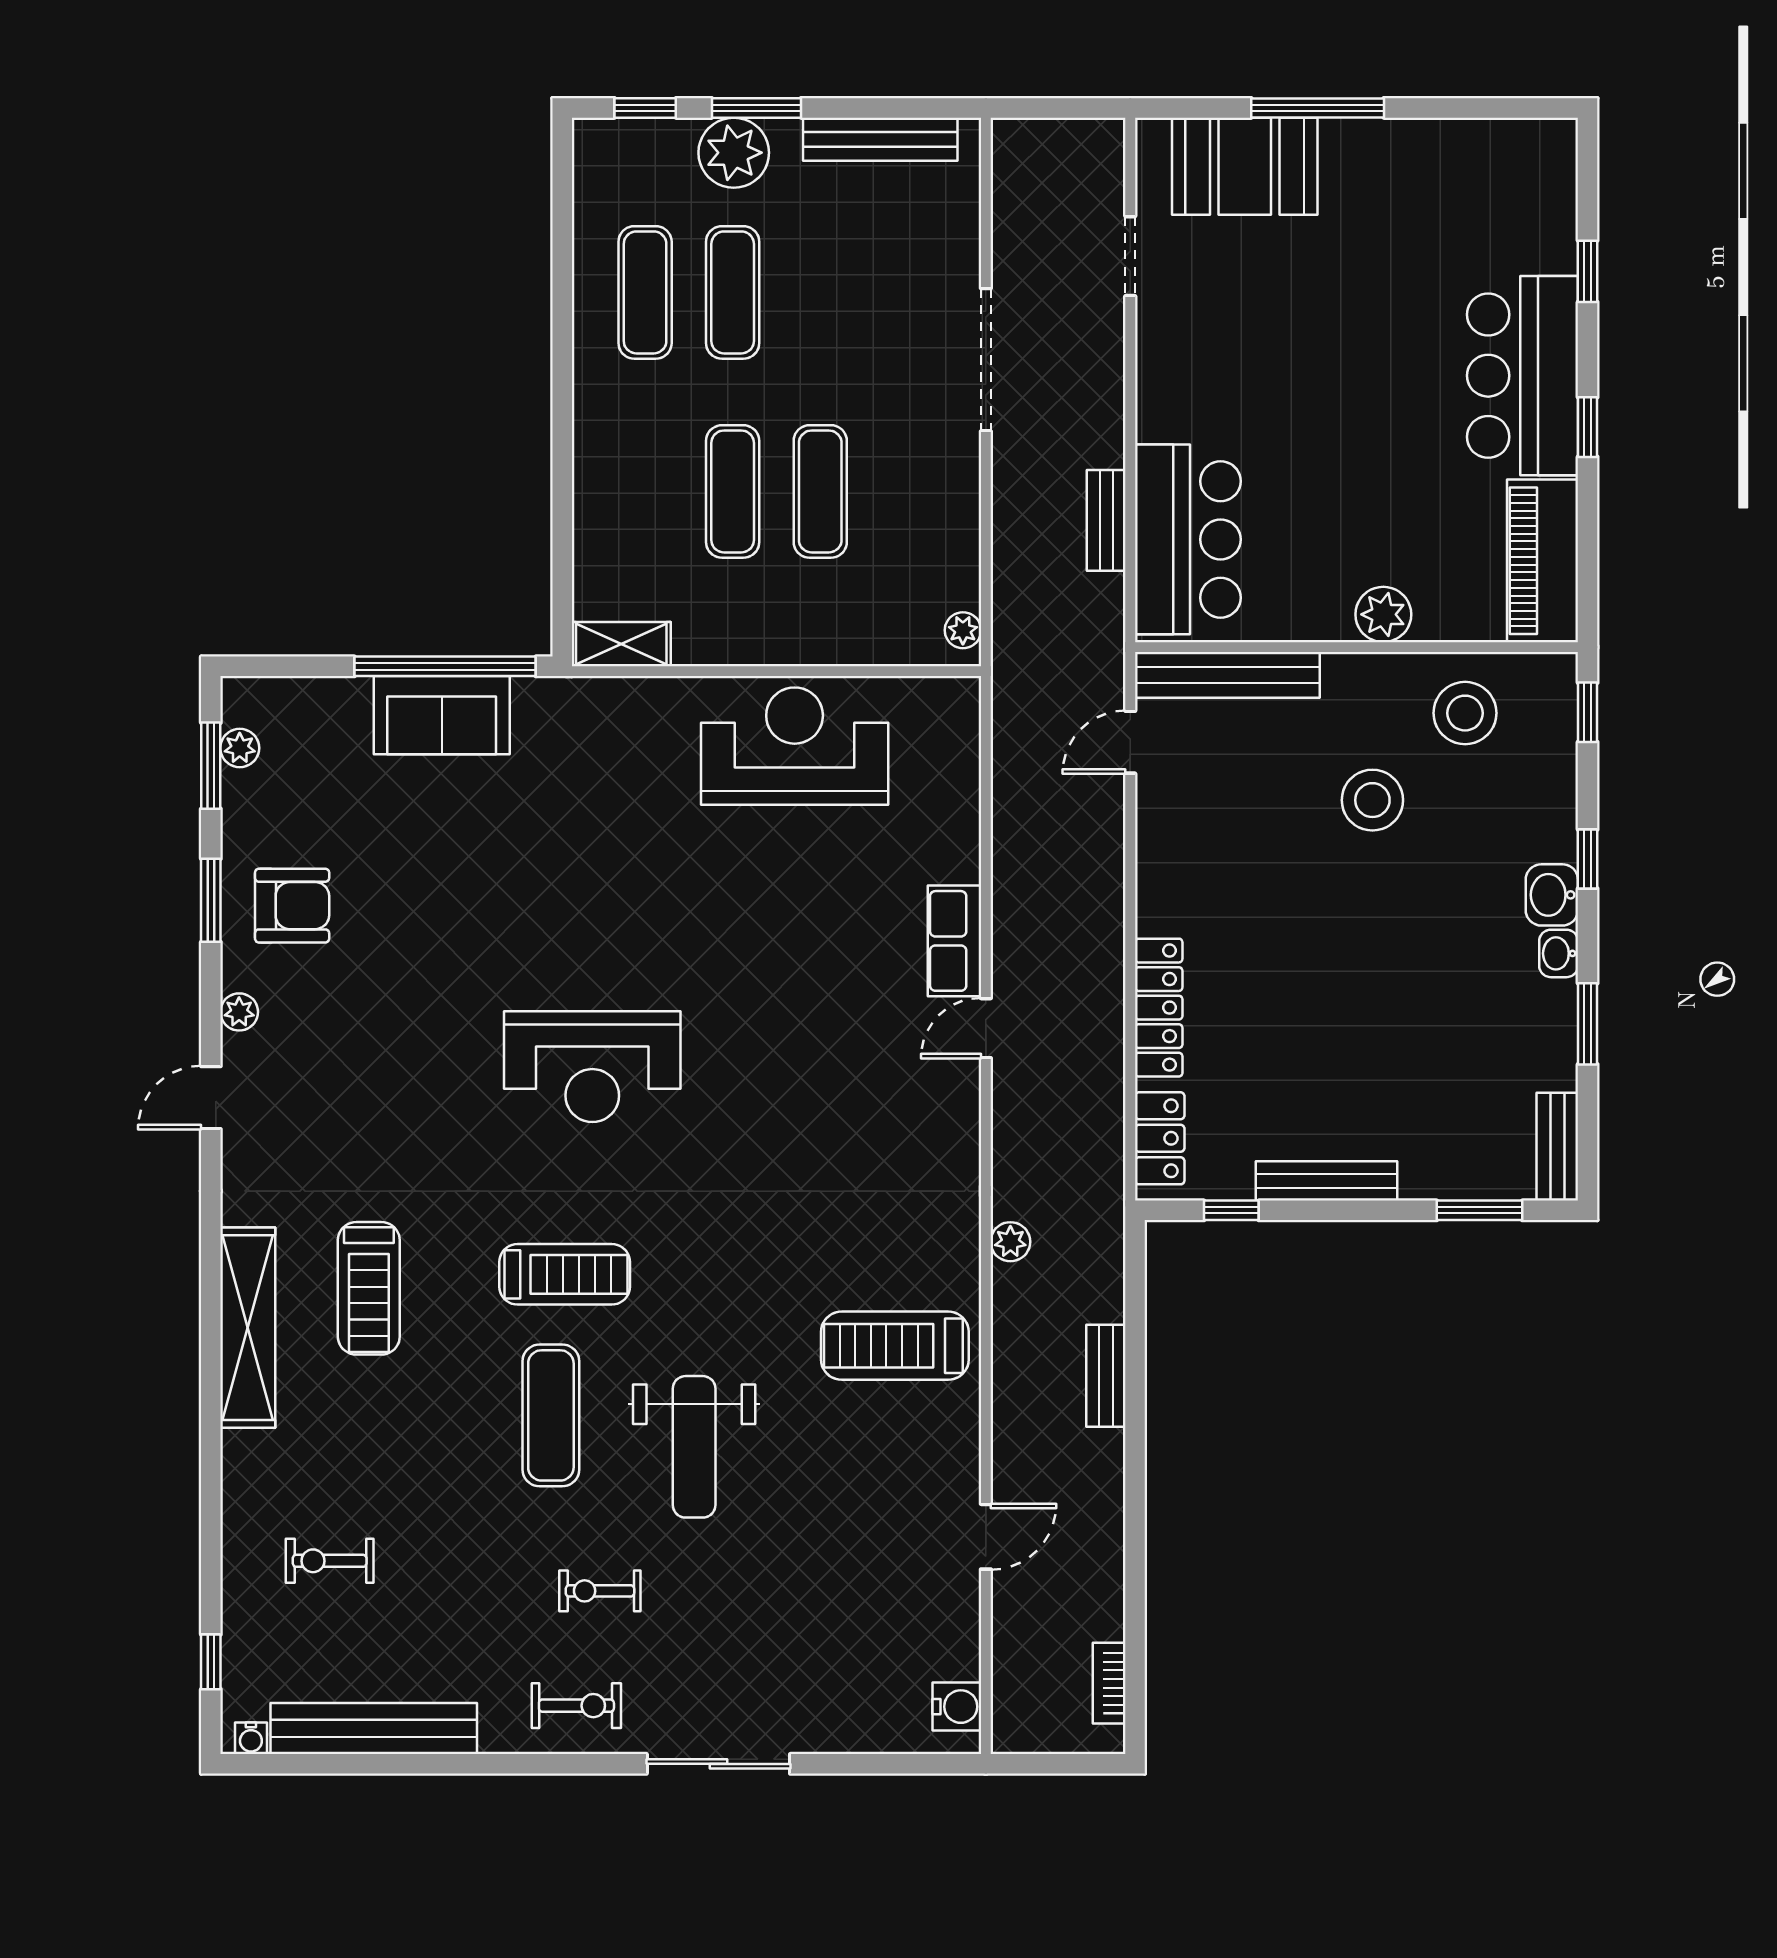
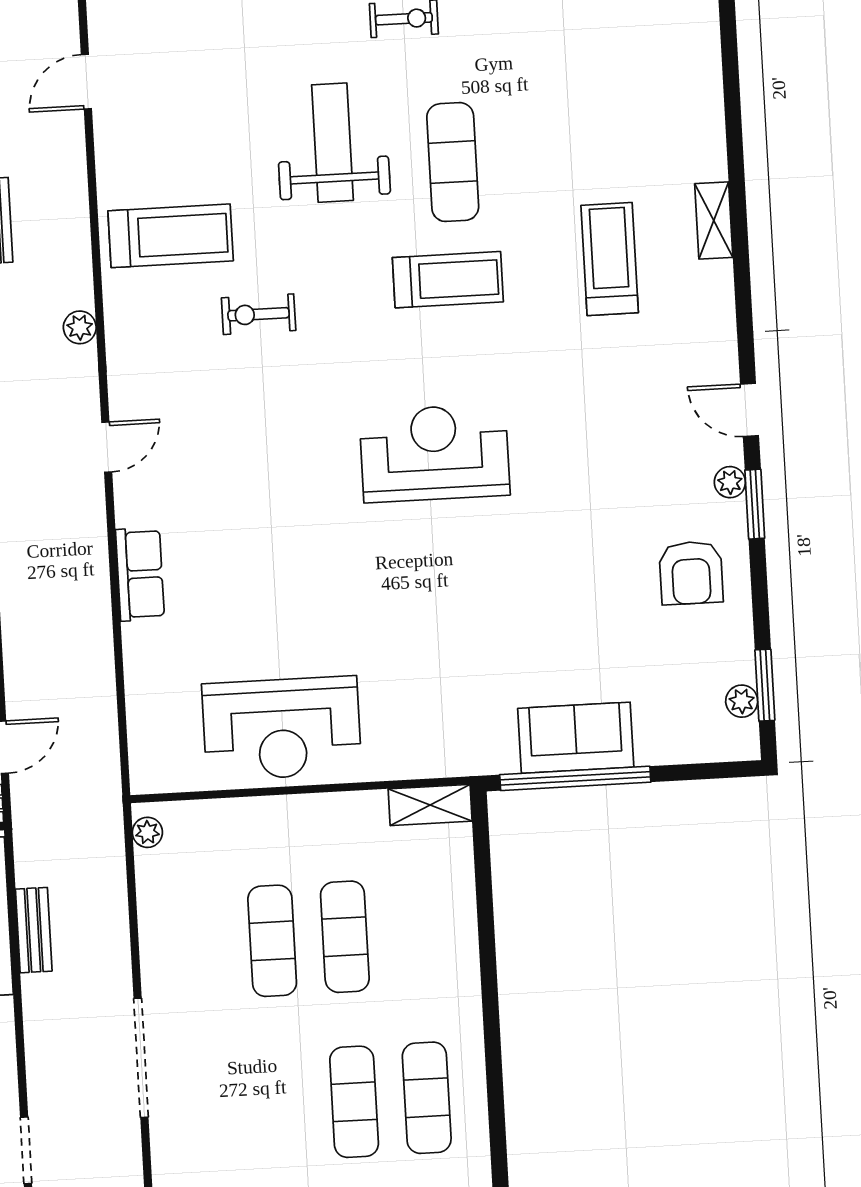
window: (211, 900) -> (755, 504), moved
armchair: (292, 906) -> (691, 573), turned -90
door: (986, 1028) -> (107, 447), moved
door: (211, 1098) -> (749, 410), swing flipped
treadmill: (565, 1274) -> (448, 280), turned 180
shelving: (248, 1328) -> (714, 221), width x0.45, depth x0.75
exercise bike: (330, 1561) -> (259, 314), moved, turned 180

